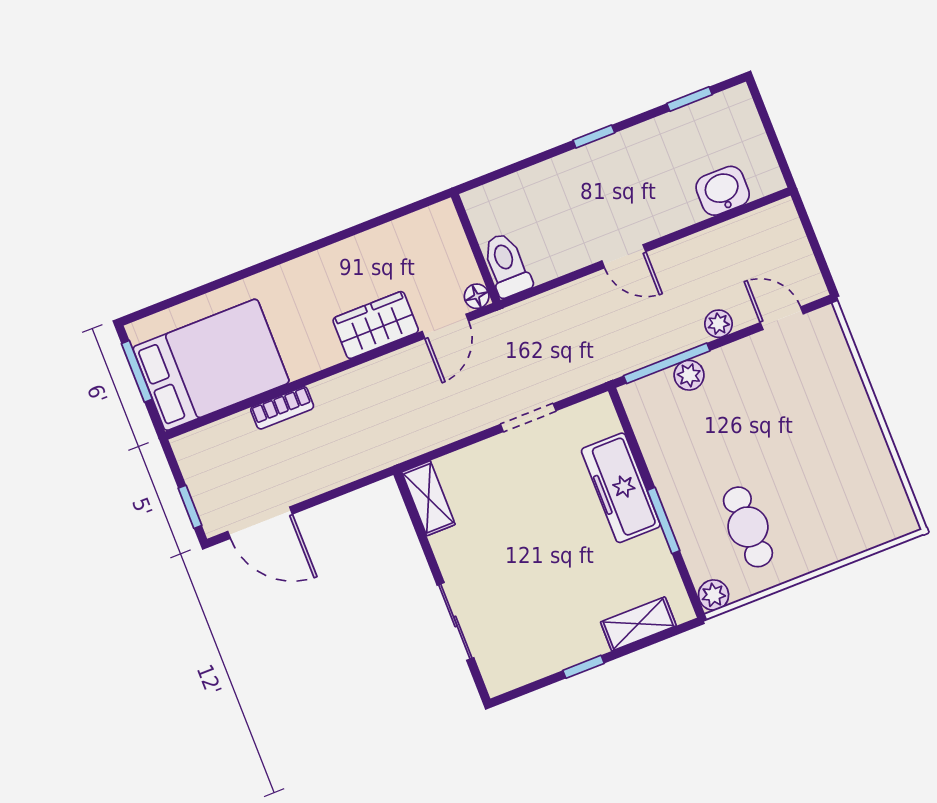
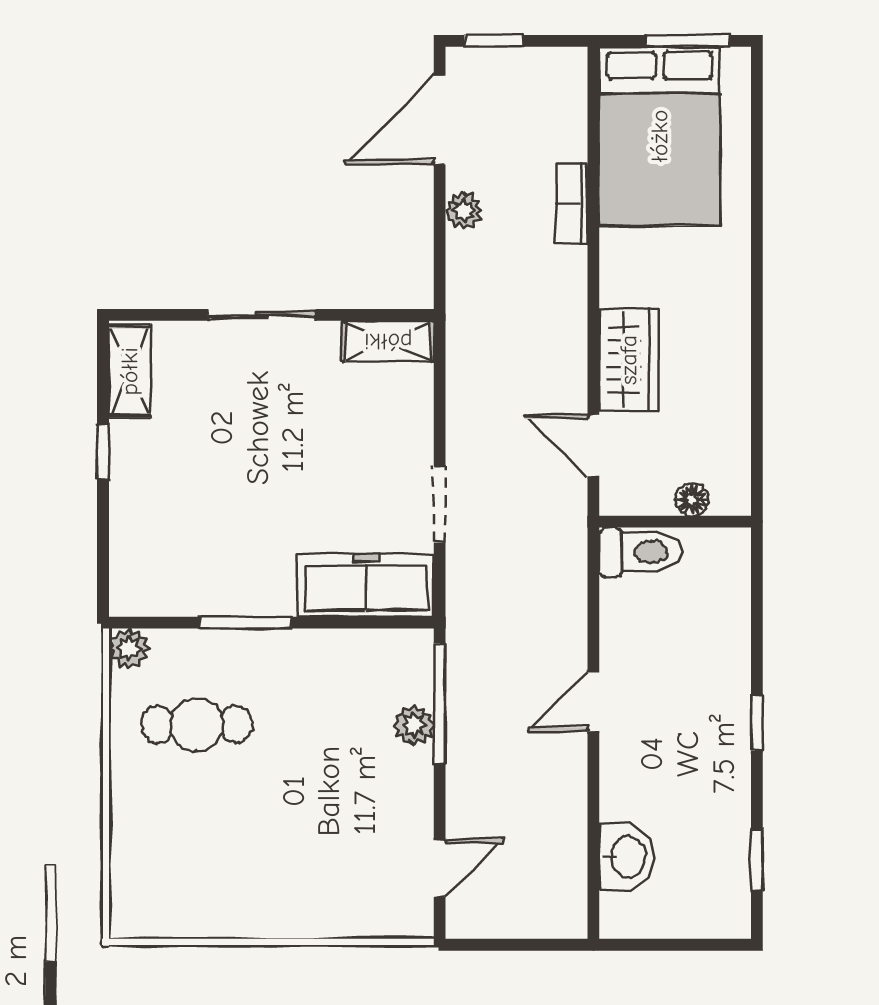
floor lamp: (477, 296) -> (692, 500), moved
plant: (719, 324) -> (464, 211), moved
freezer: (621, 488) -> (366, 585), moved
sliding door: (455, 621) -> (262, 315), moved
shelving: (638, 624) -> (130, 371), moved

